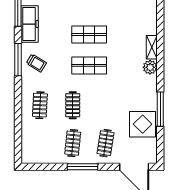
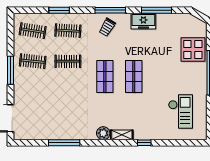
window: (160, 23) -> (144, 143), added
freezer: (30, 24) -> (143, 21), width x0.71
window: (18, 115) -> (59, 10), added
display table: (143, 124) -> (50, 126), removed
clothes rail: (106, 143) -> (33, 31), moved

